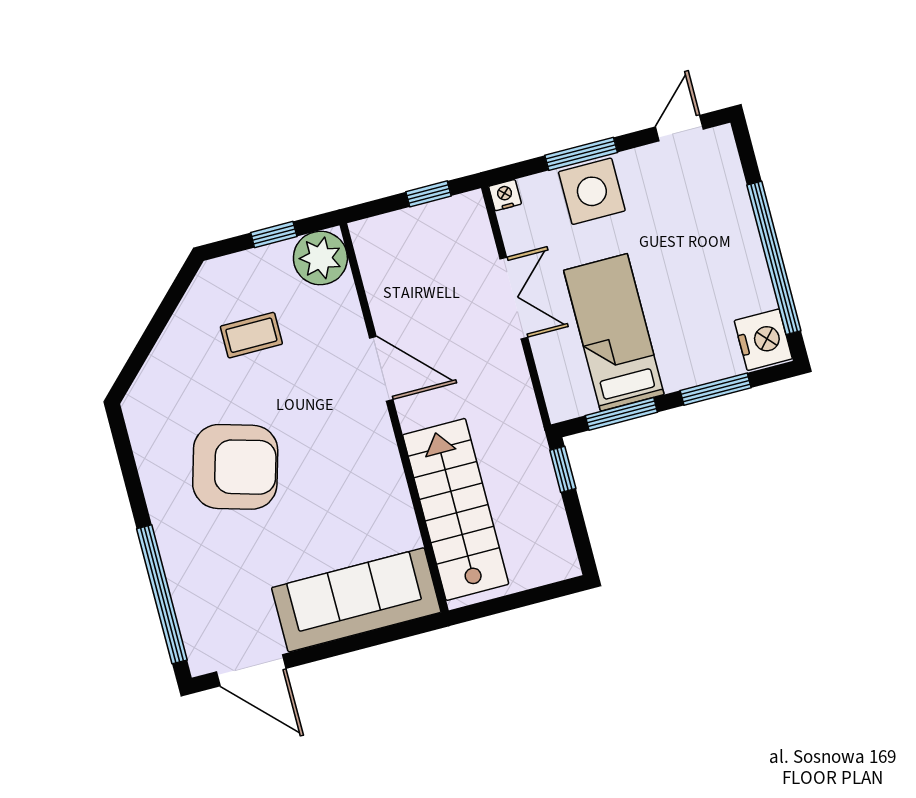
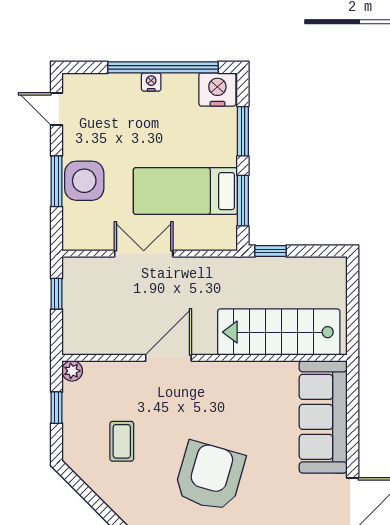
nightstand: (505, 195) -> (151, 82), moved, turned 90
plant: (320, 258) -> (72, 371), width x0.53, depth x0.53

